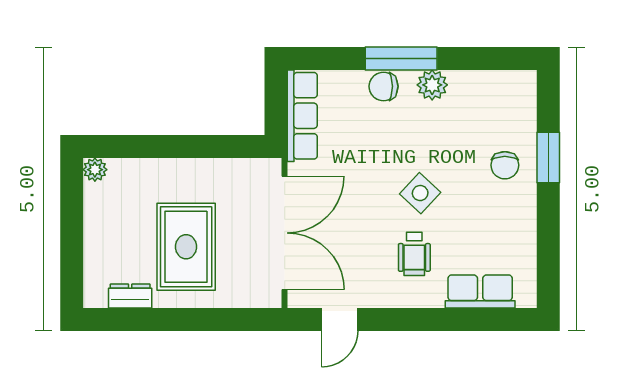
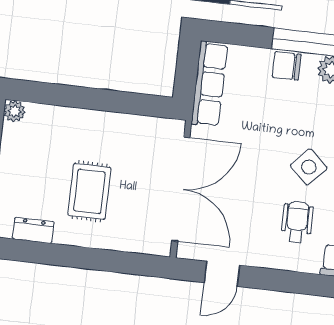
rug: (186, 247) -> (89, 191), width x0.73, depth x0.70
wheelchair: (414, 254) -> (297, 222), turned 180

